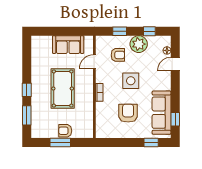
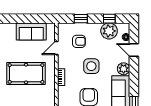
plant: (139, 44) -> (109, 31), moved
door: (175, 64) -> (134, 50), hinge flipped
plant: (164, 84) -> (124, 69), added
pool table: (63, 89) -> (26, 73), turned 90

